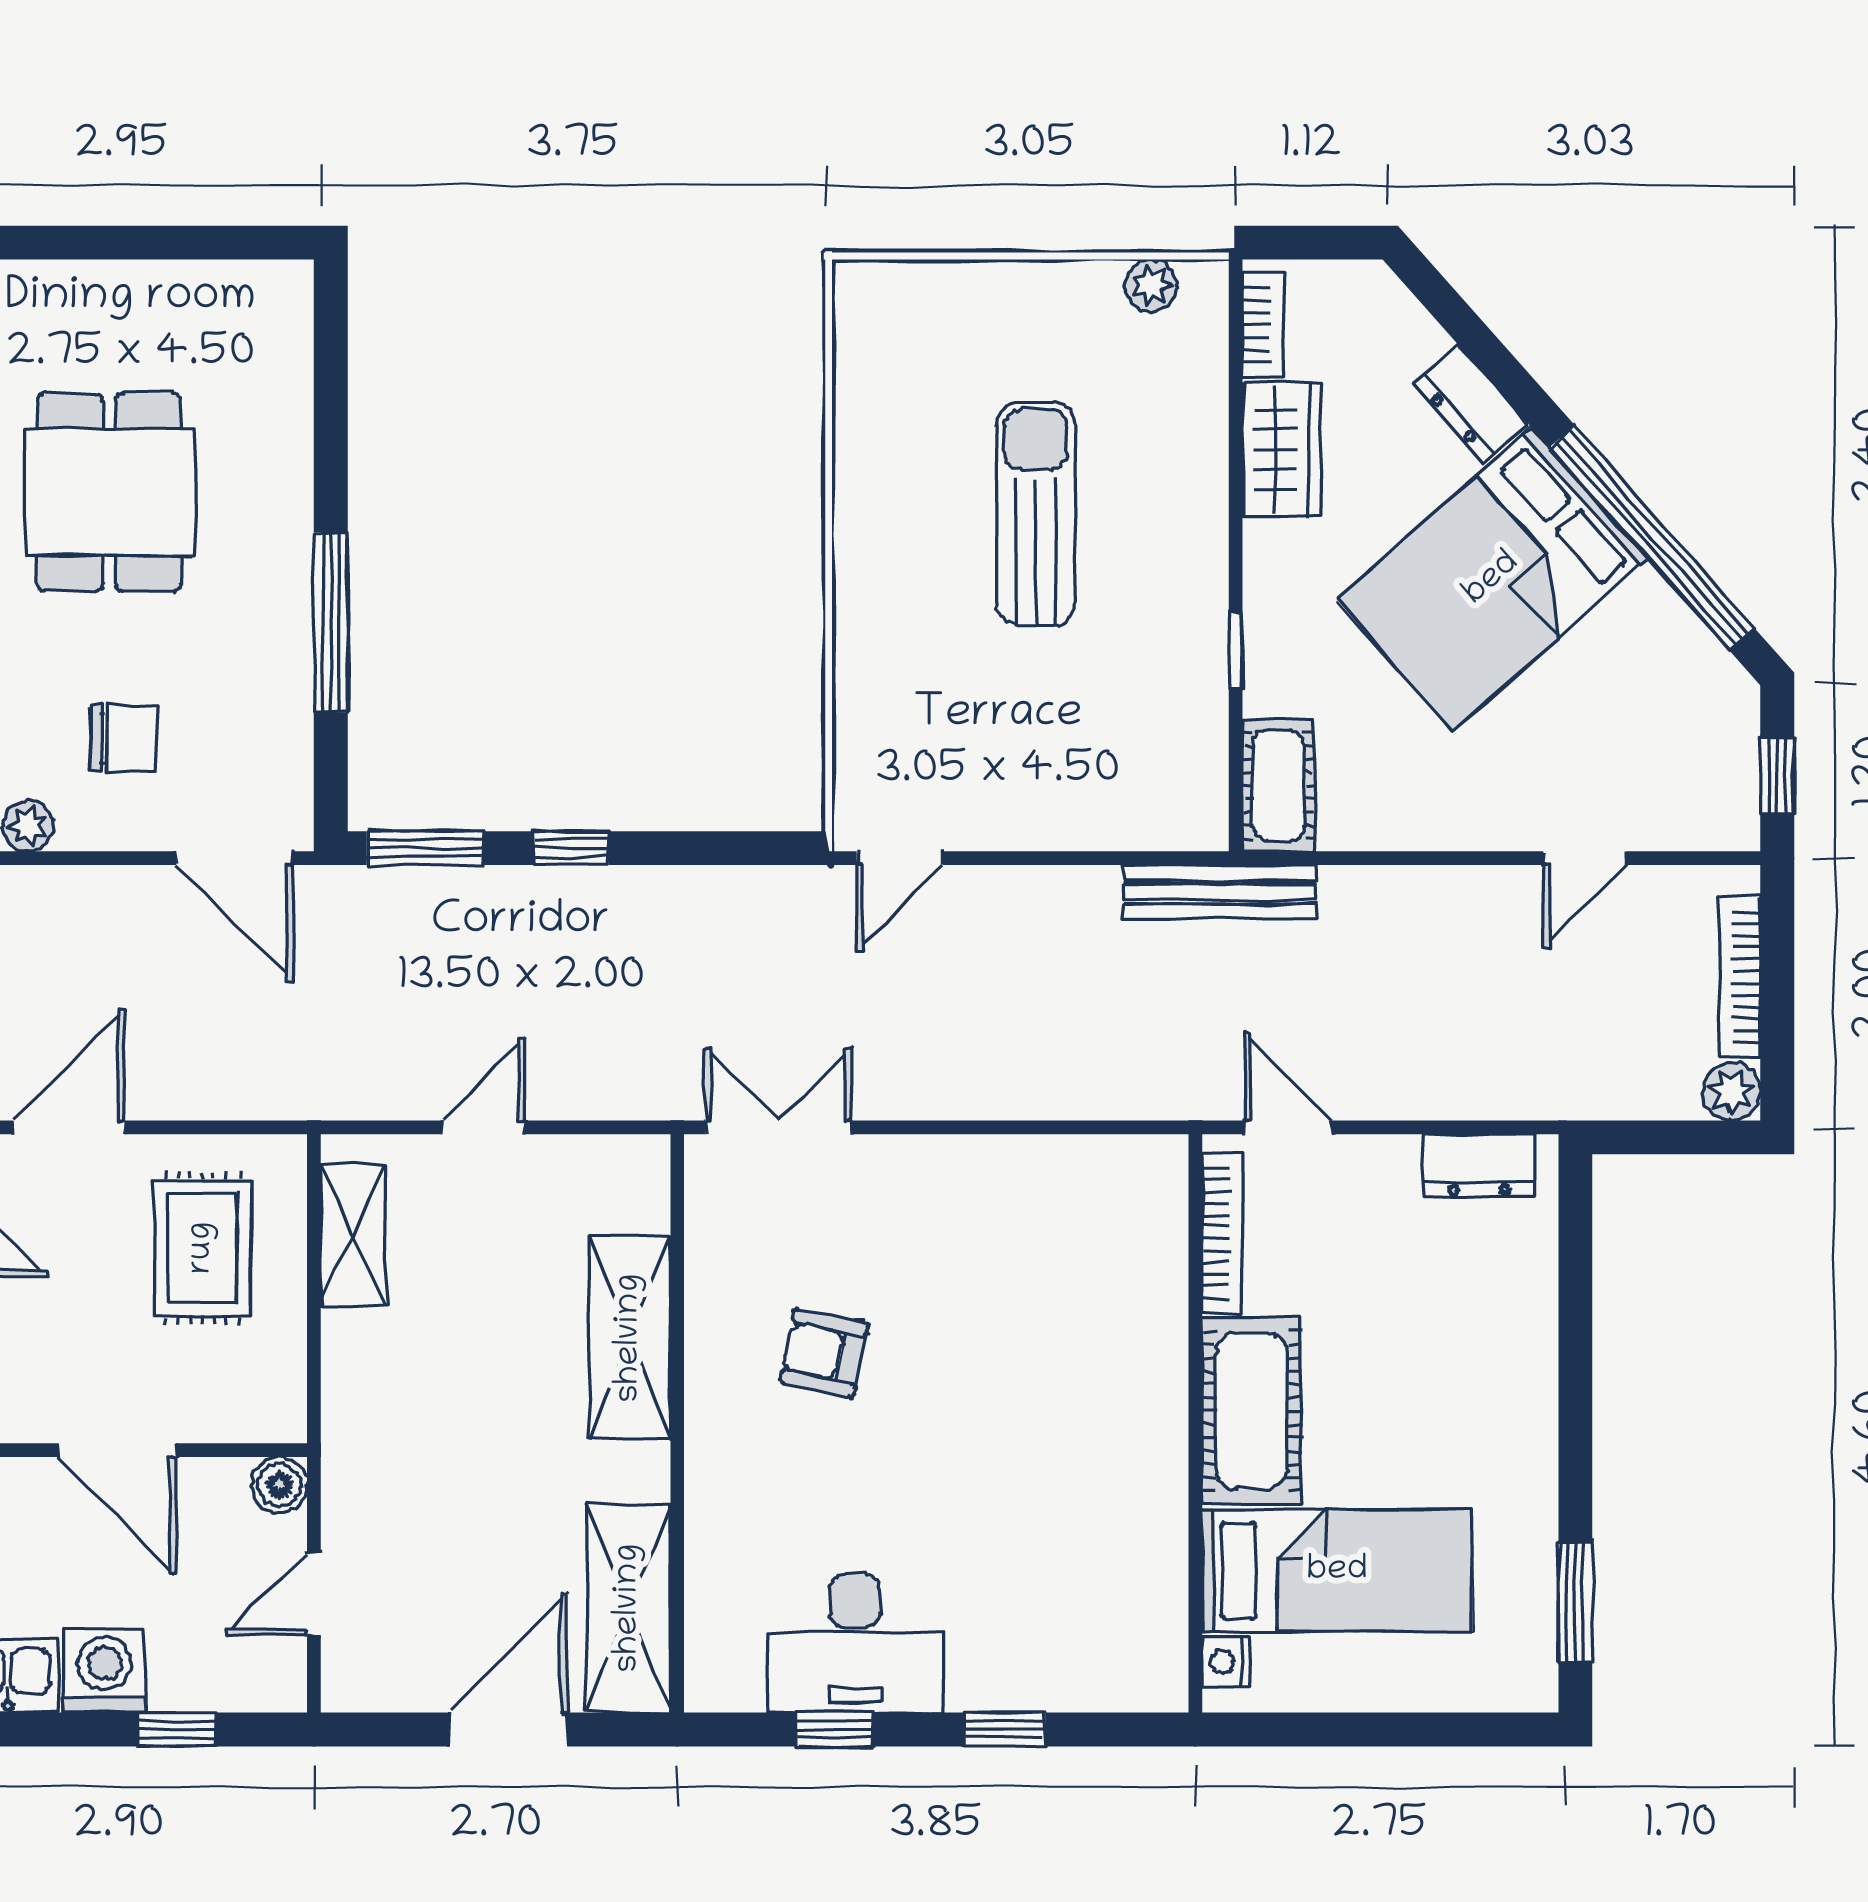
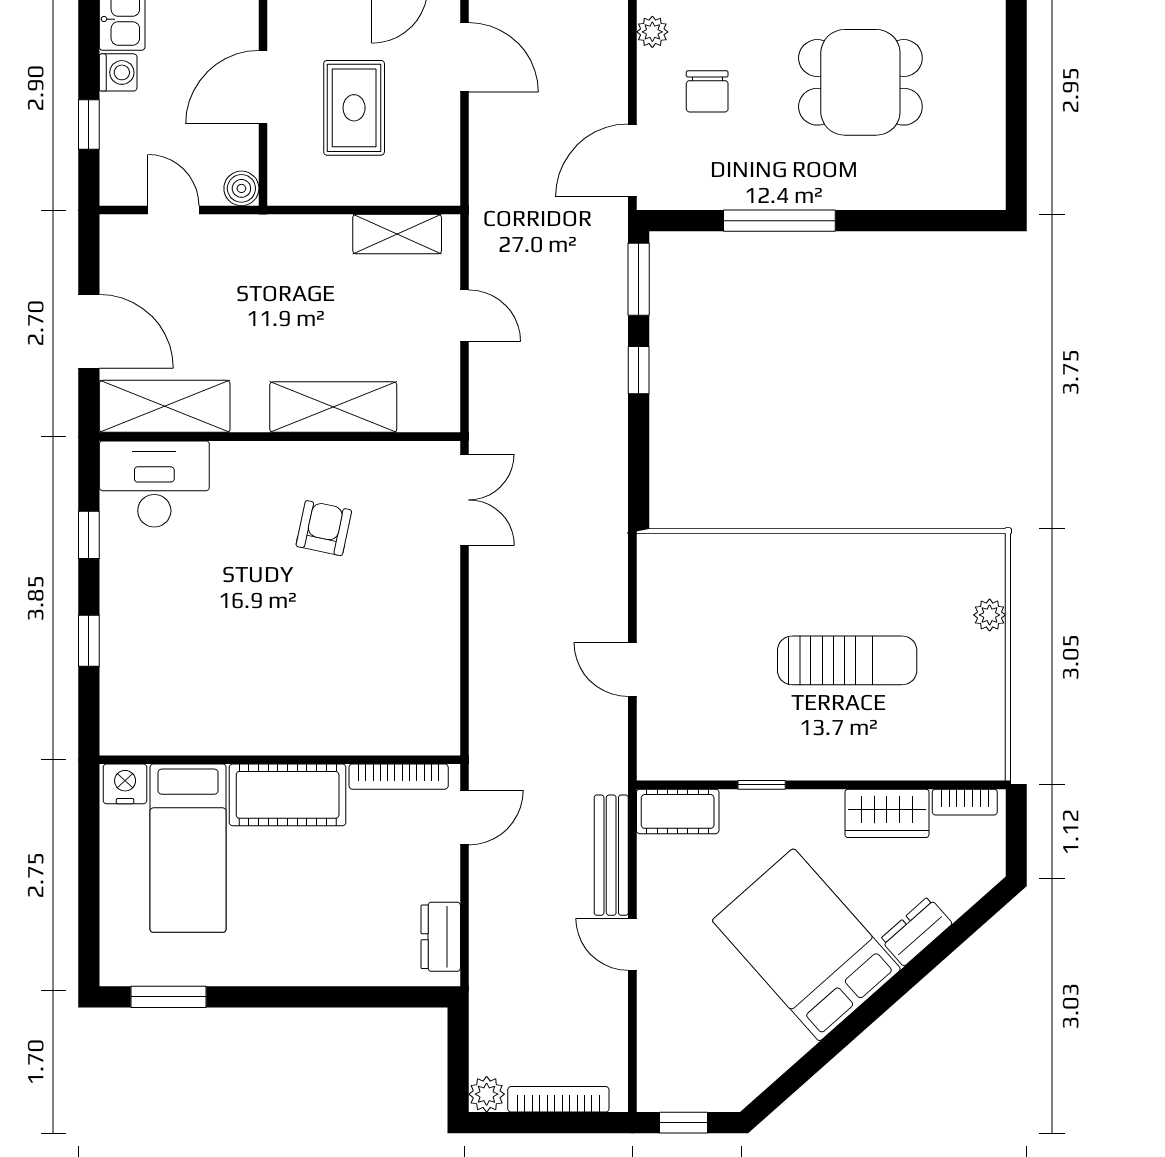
plant: (1151, 285) -> (990, 615), moved
window: (1652, 538) -> (832, 1045), removed
door: (900, 858) -> (632, 670), moved
door: (1585, 858) -> (632, 944), moved
bench: (1220, 892) -> (611, 855), moved
rug: (202, 1248) -> (354, 108), moved, turned 90
desk: (855, 1643) -> (154, 484), moved, turned 90
nightstand: (1226, 1662) -> (125, 784), width x1.39, depth x1.35
washing machine: (105, 1671) -> (118, 72), width x0.73, depth x0.73

